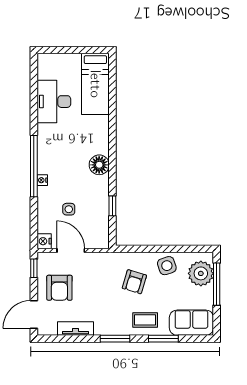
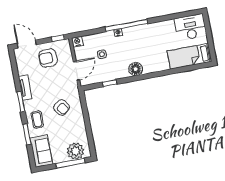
desk: (54, 102) -> (190, 27), moved
door: (71, 250) -> (76, 71), moved
side table: (167, 266) -> (76, 127), removed
armchair: (134, 282) -> (62, 108), turned -144
tv unit: (76, 329) -> (25, 88), moved

